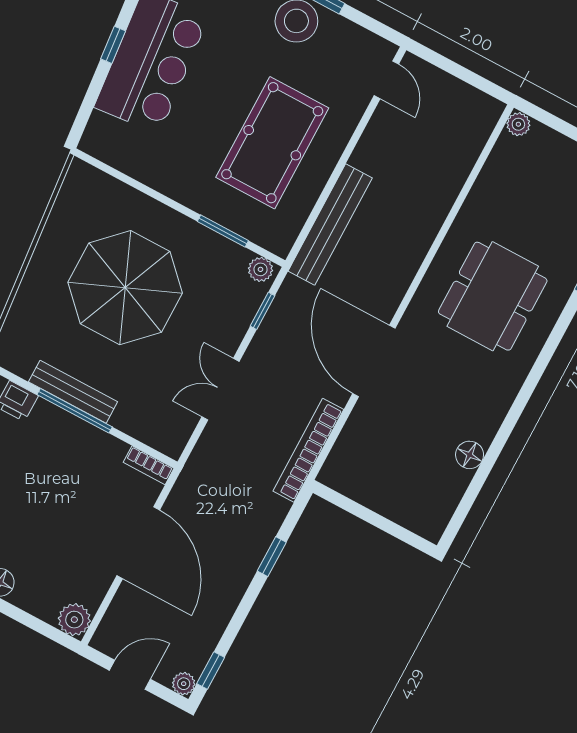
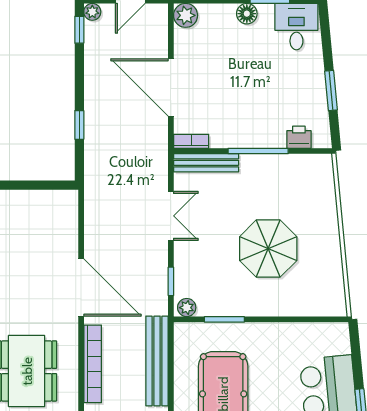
parasol: (125, 288) -> (268, 249), width x0.73, depth x0.73
bench: (73, 392) -> (206, 163), moved
bookcase: (308, 450) -> (93, 364), moved

